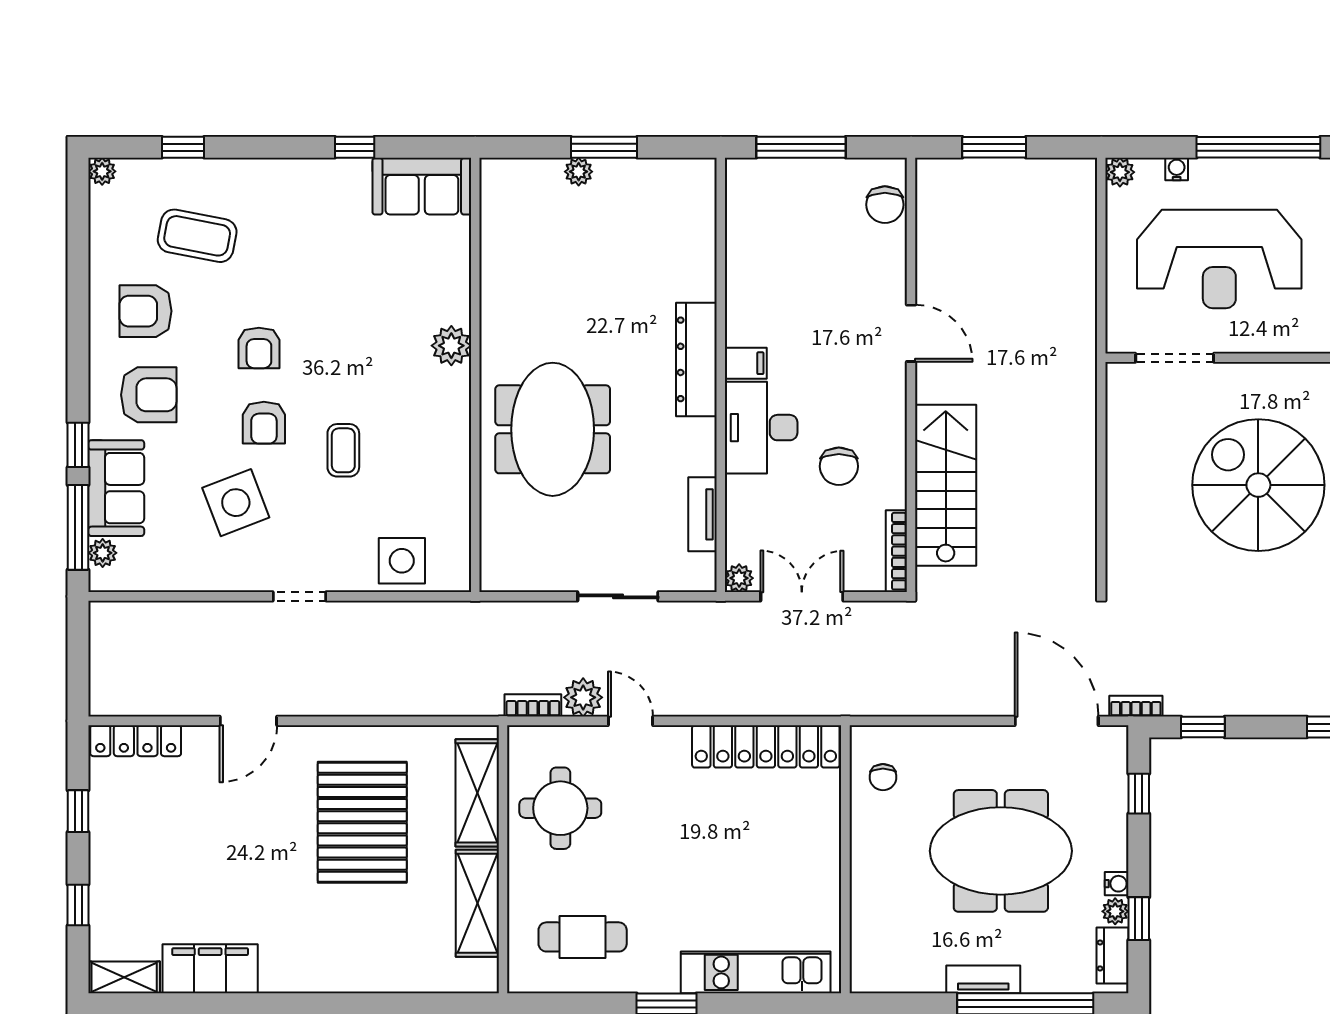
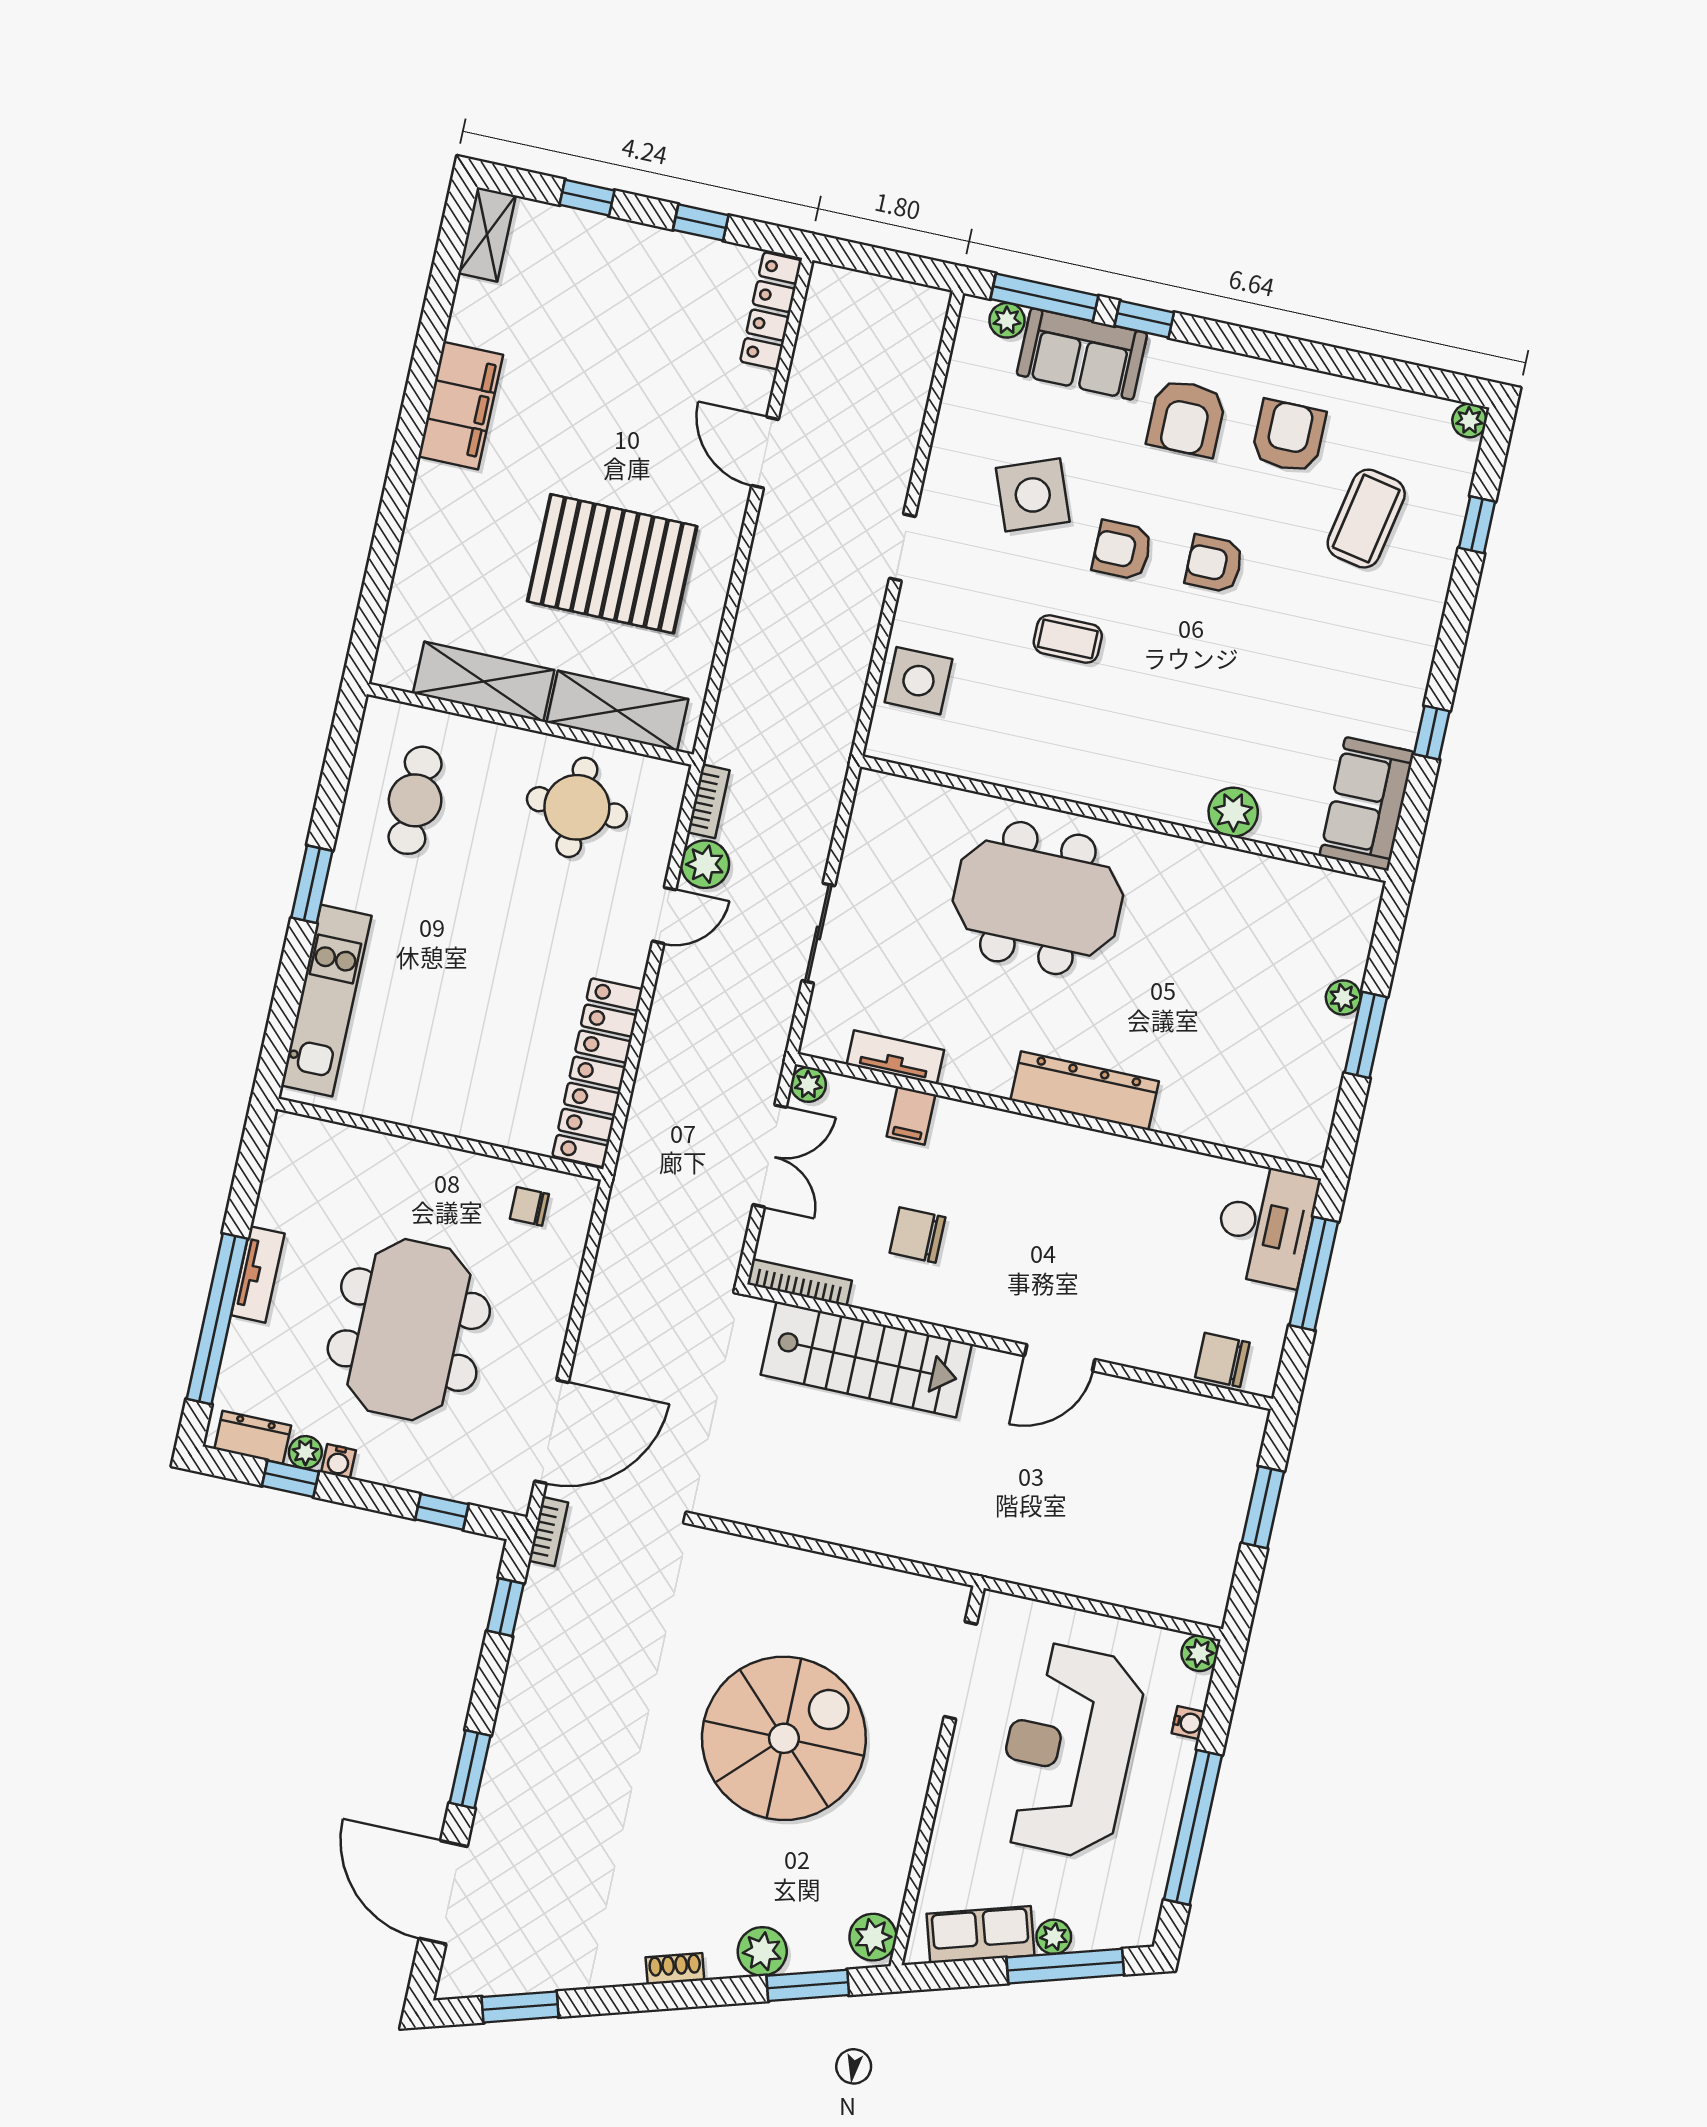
plant: (451, 346) -> (1233, 812), moved
filing cabinet: (746, 363) -> (911, 1116), moved
desk: (761, 428) -> (1265, 1225), moved, turned 90
filing cabinet: (210, 969) -> (461, 406), moved

